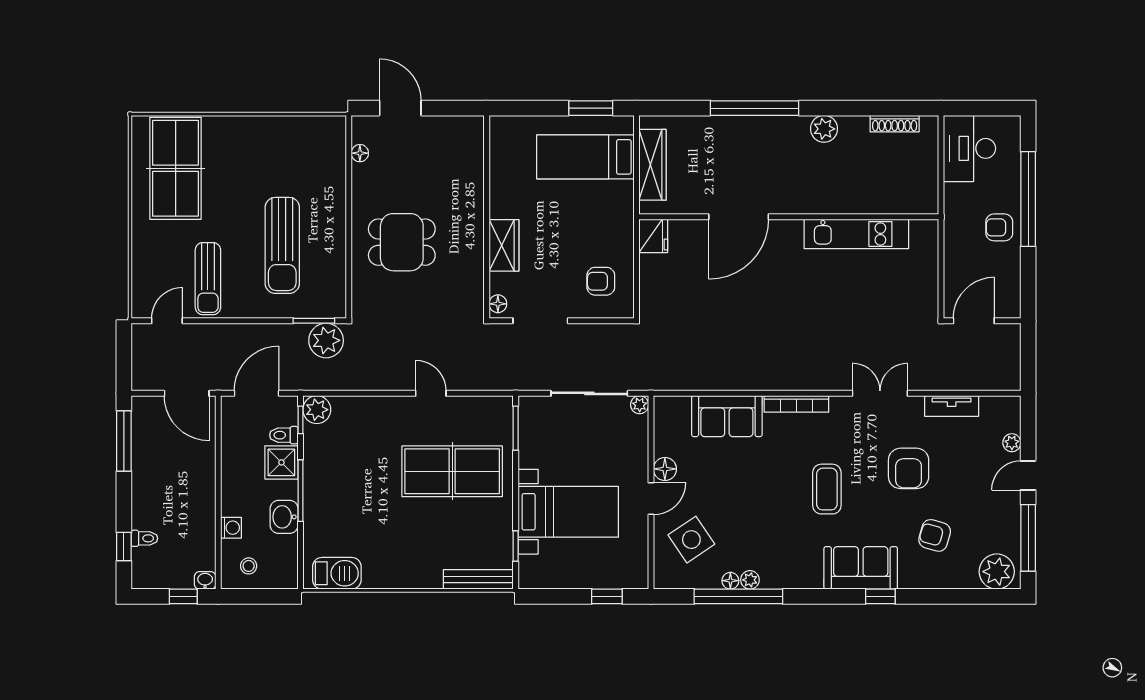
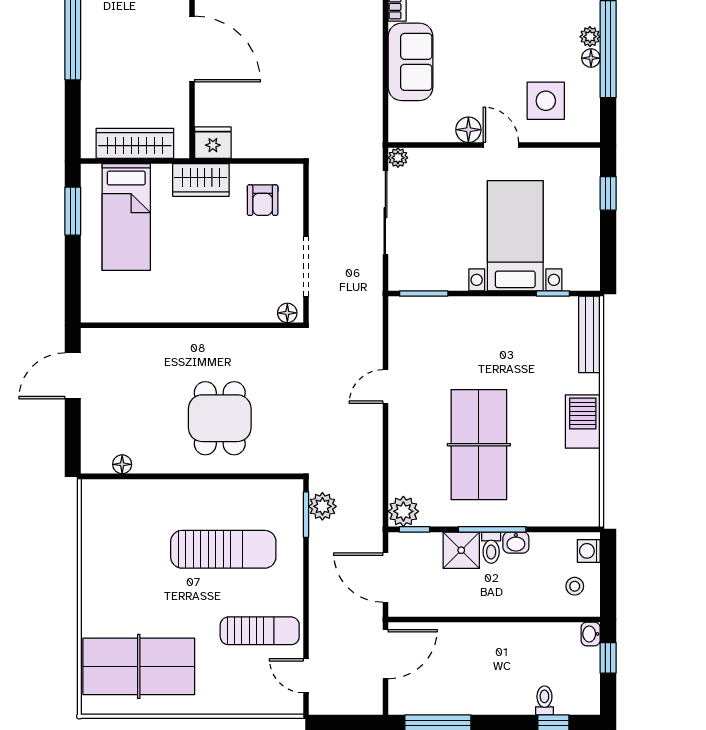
door: (400, 108) -> (73, 376), moved
wardrobe: (504, 245) -> (201, 180), moved, turned 180
plant: (326, 340) -> (322, 506), width x0.73, depth x0.73
toilet: (284, 435) -> (491, 548), moved
table tennis table: (452, 471) -> (479, 445), moved
washbasin: (284, 517) -> (516, 543), width x0.72, depth x0.69
washing machine: (231, 528) -> (589, 551), moved, turned -90
side table: (691, 540) -> (546, 101), turned 34
barbecue: (337, 573) -> (583, 422), moved

